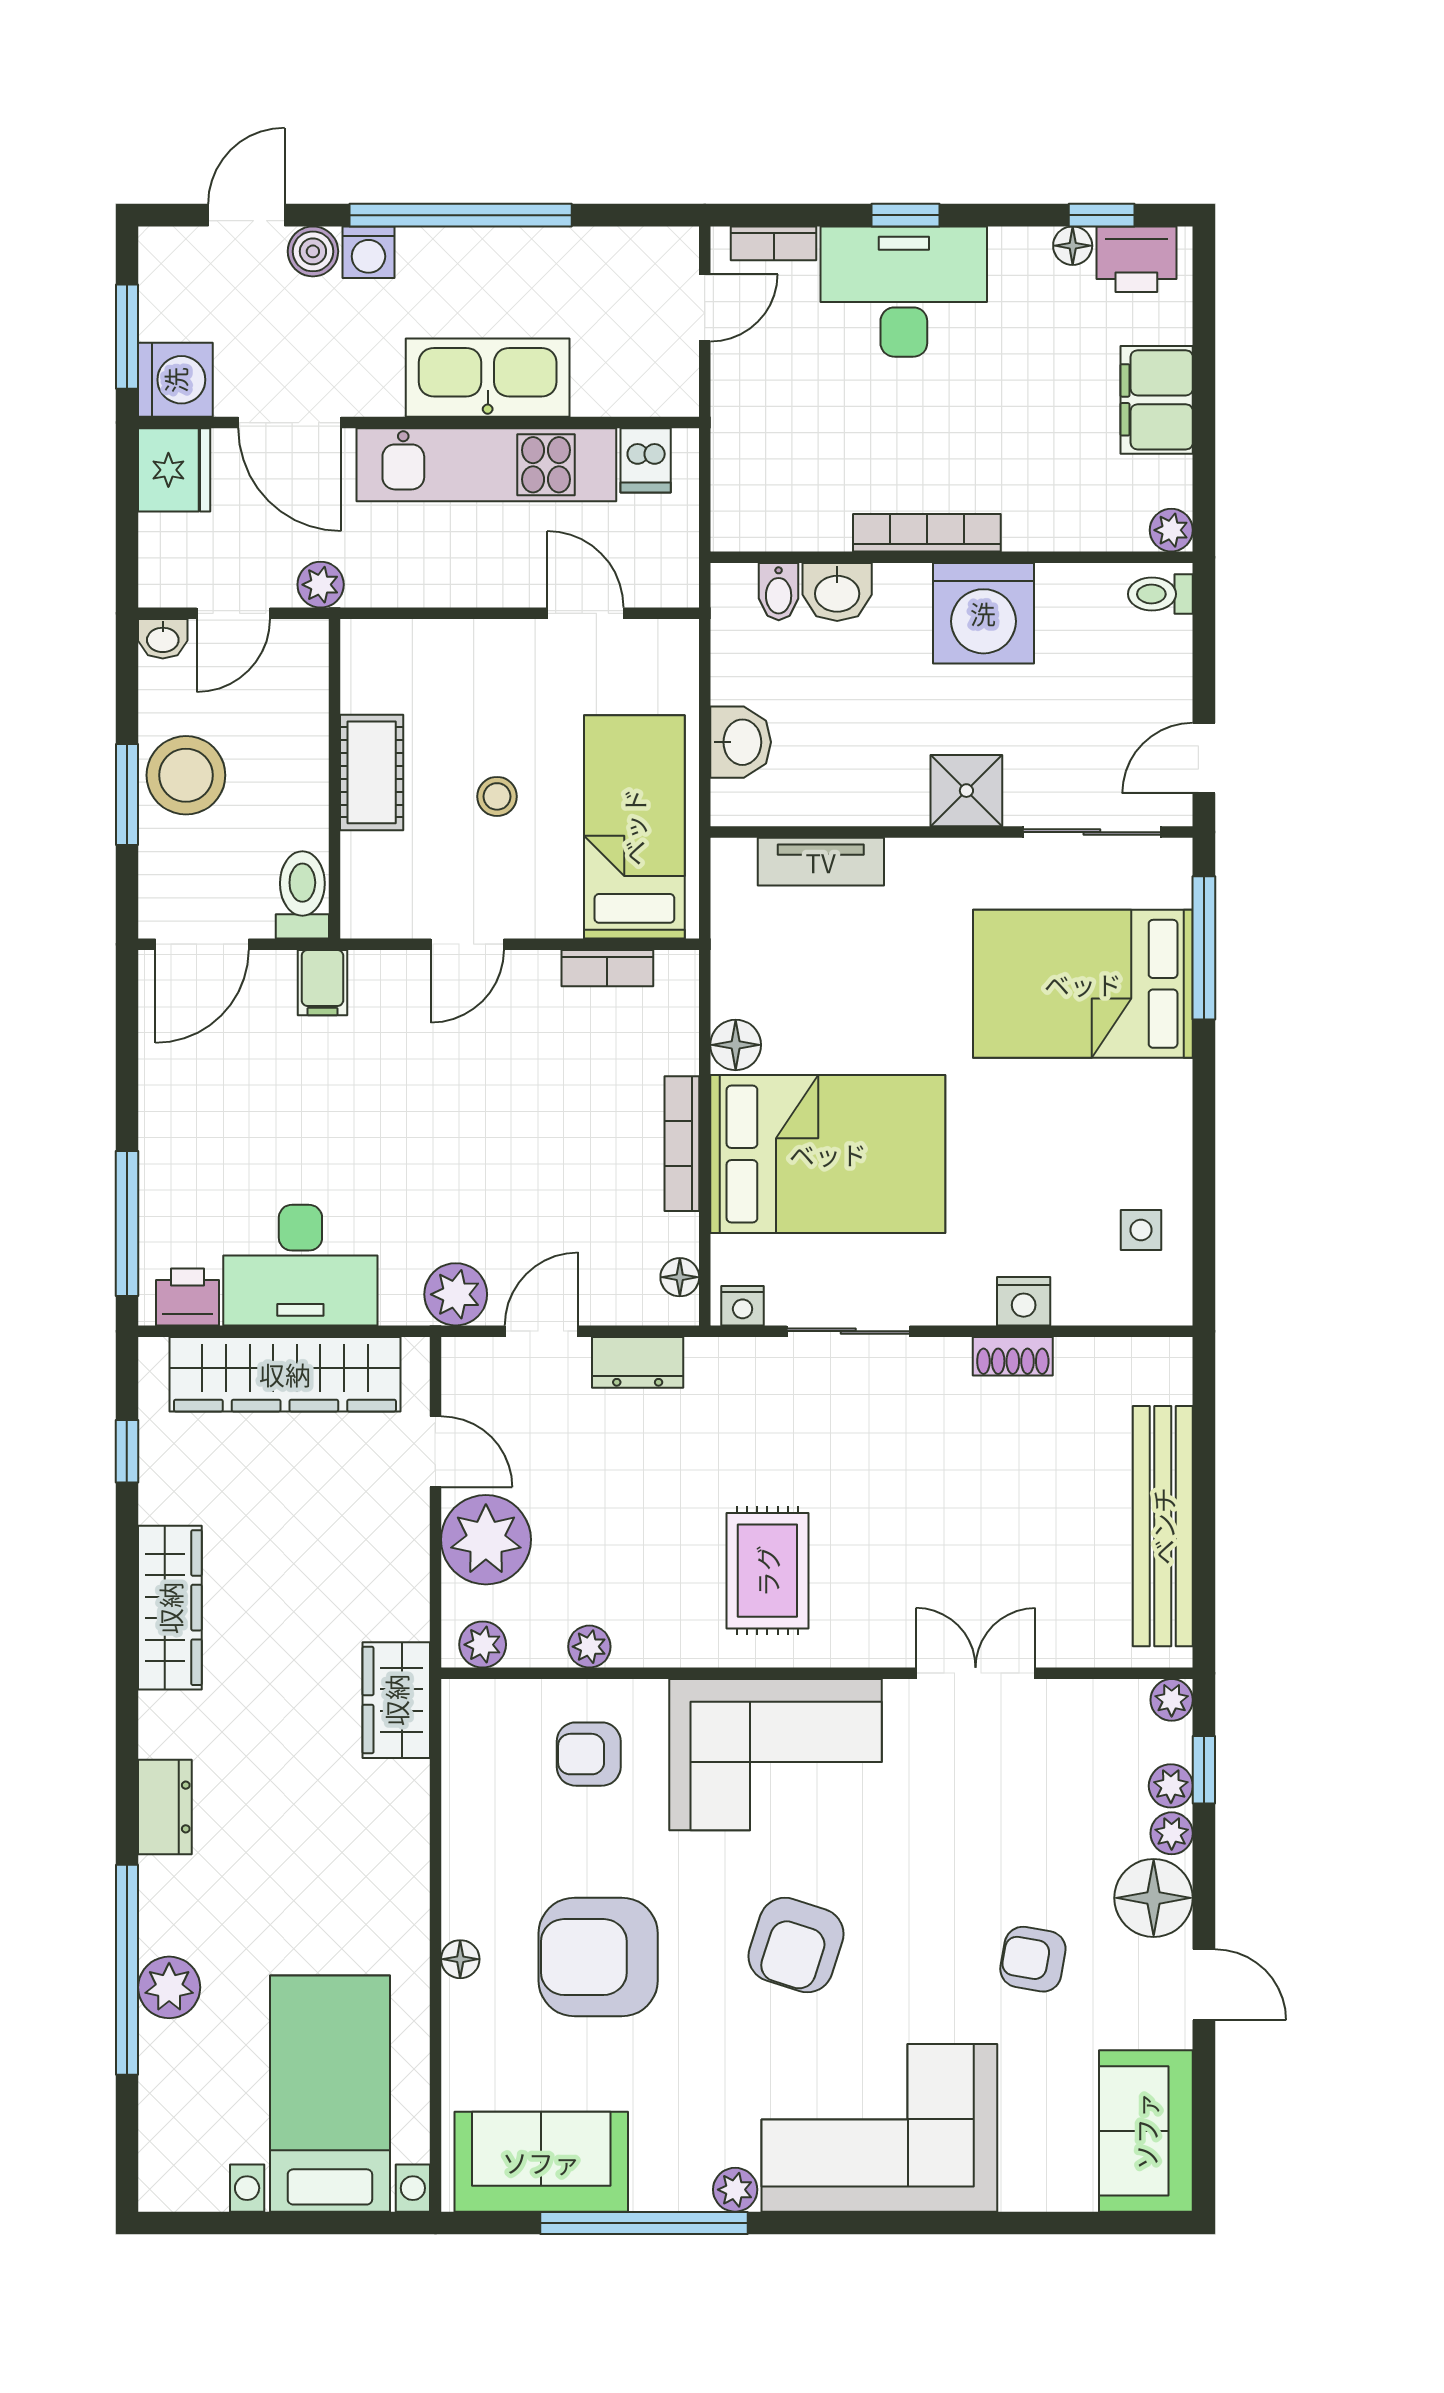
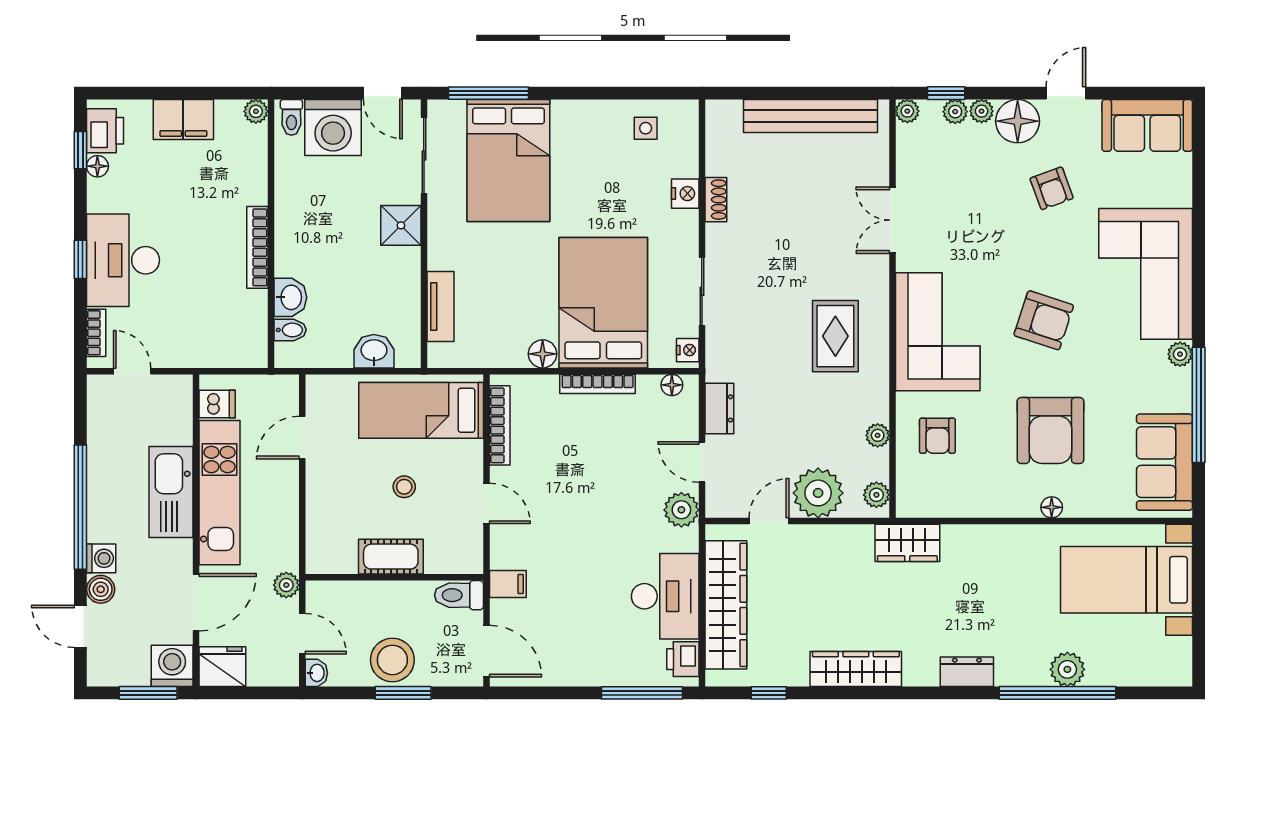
washing machine: (983, 613) -> (333, 127), moved, turned 90
bookcase: (607, 968) -> (500, 425), width x1.56
rug: (767, 1571) -> (835, 336), turned 90
armchair: (1033, 1959) -> (1052, 188), turned -30

